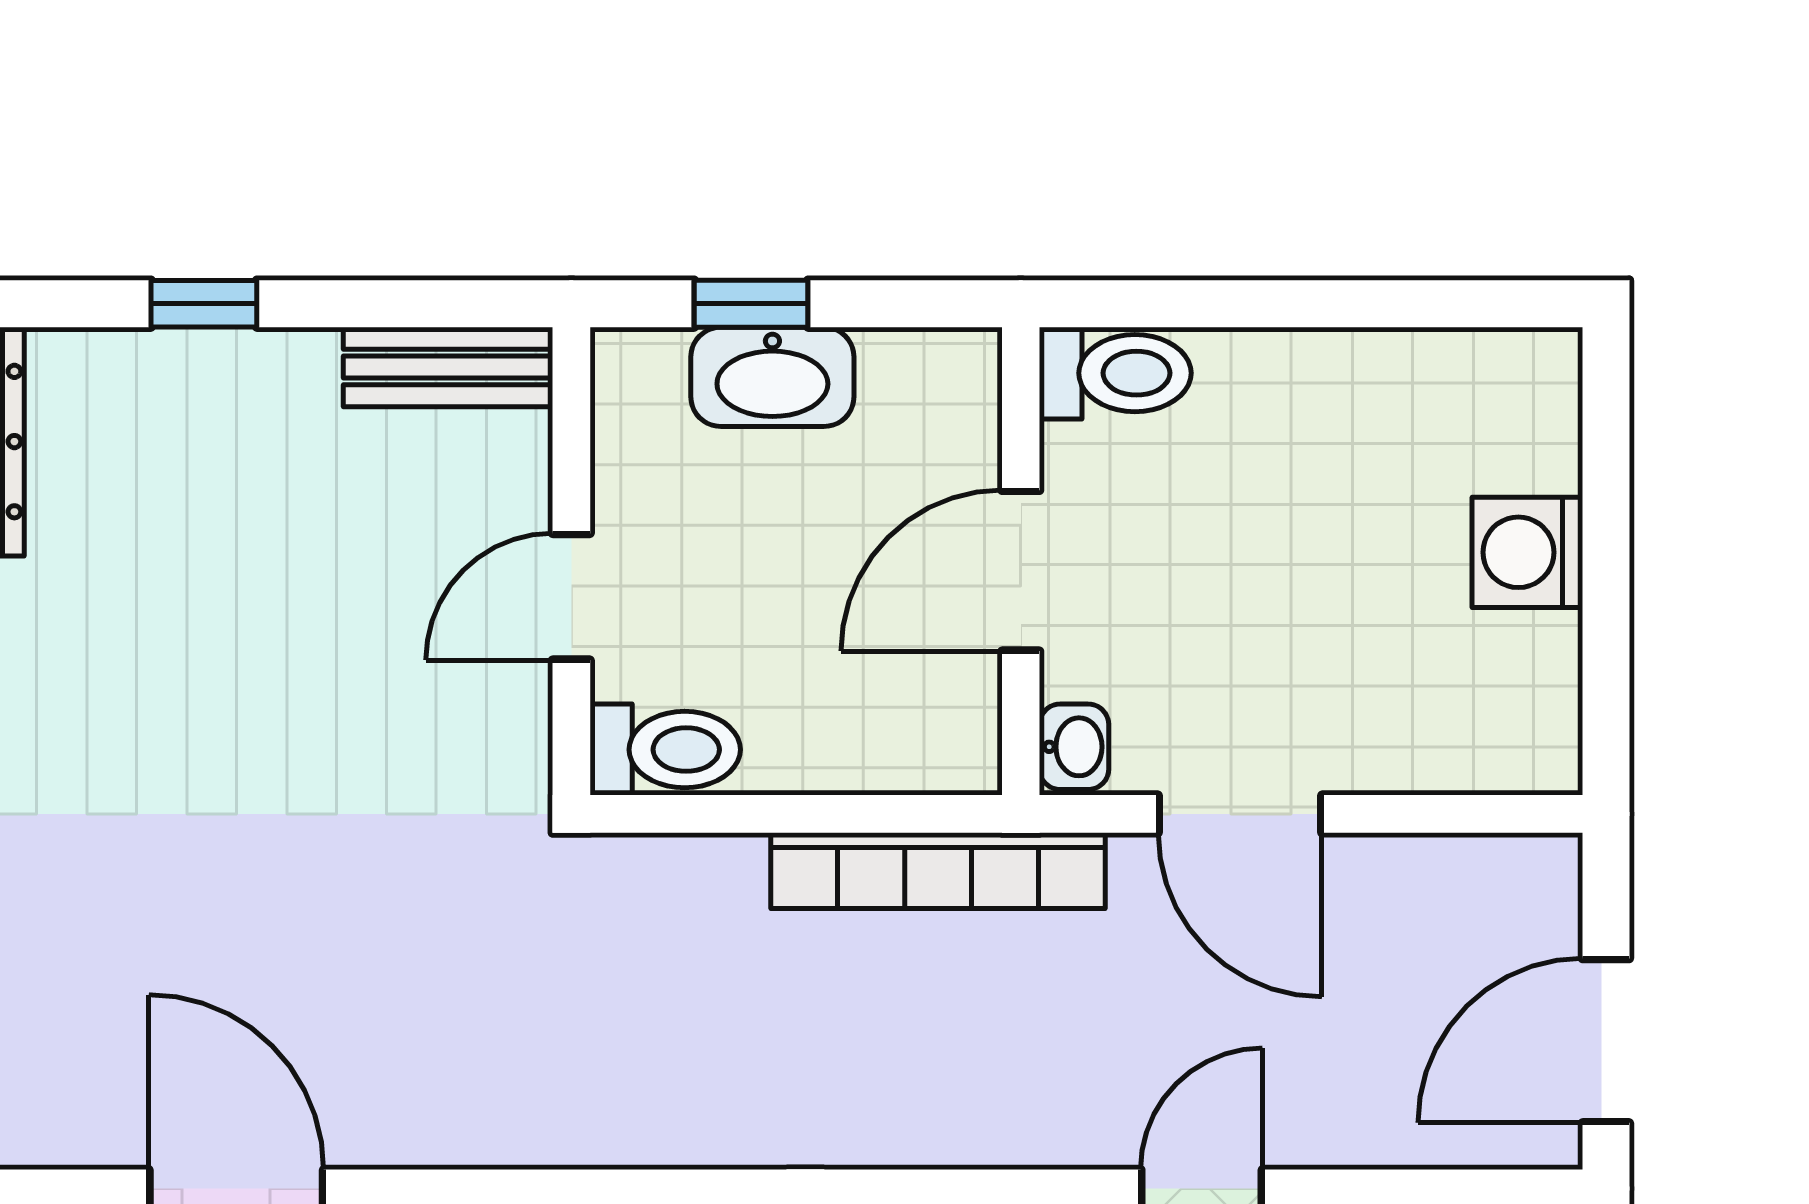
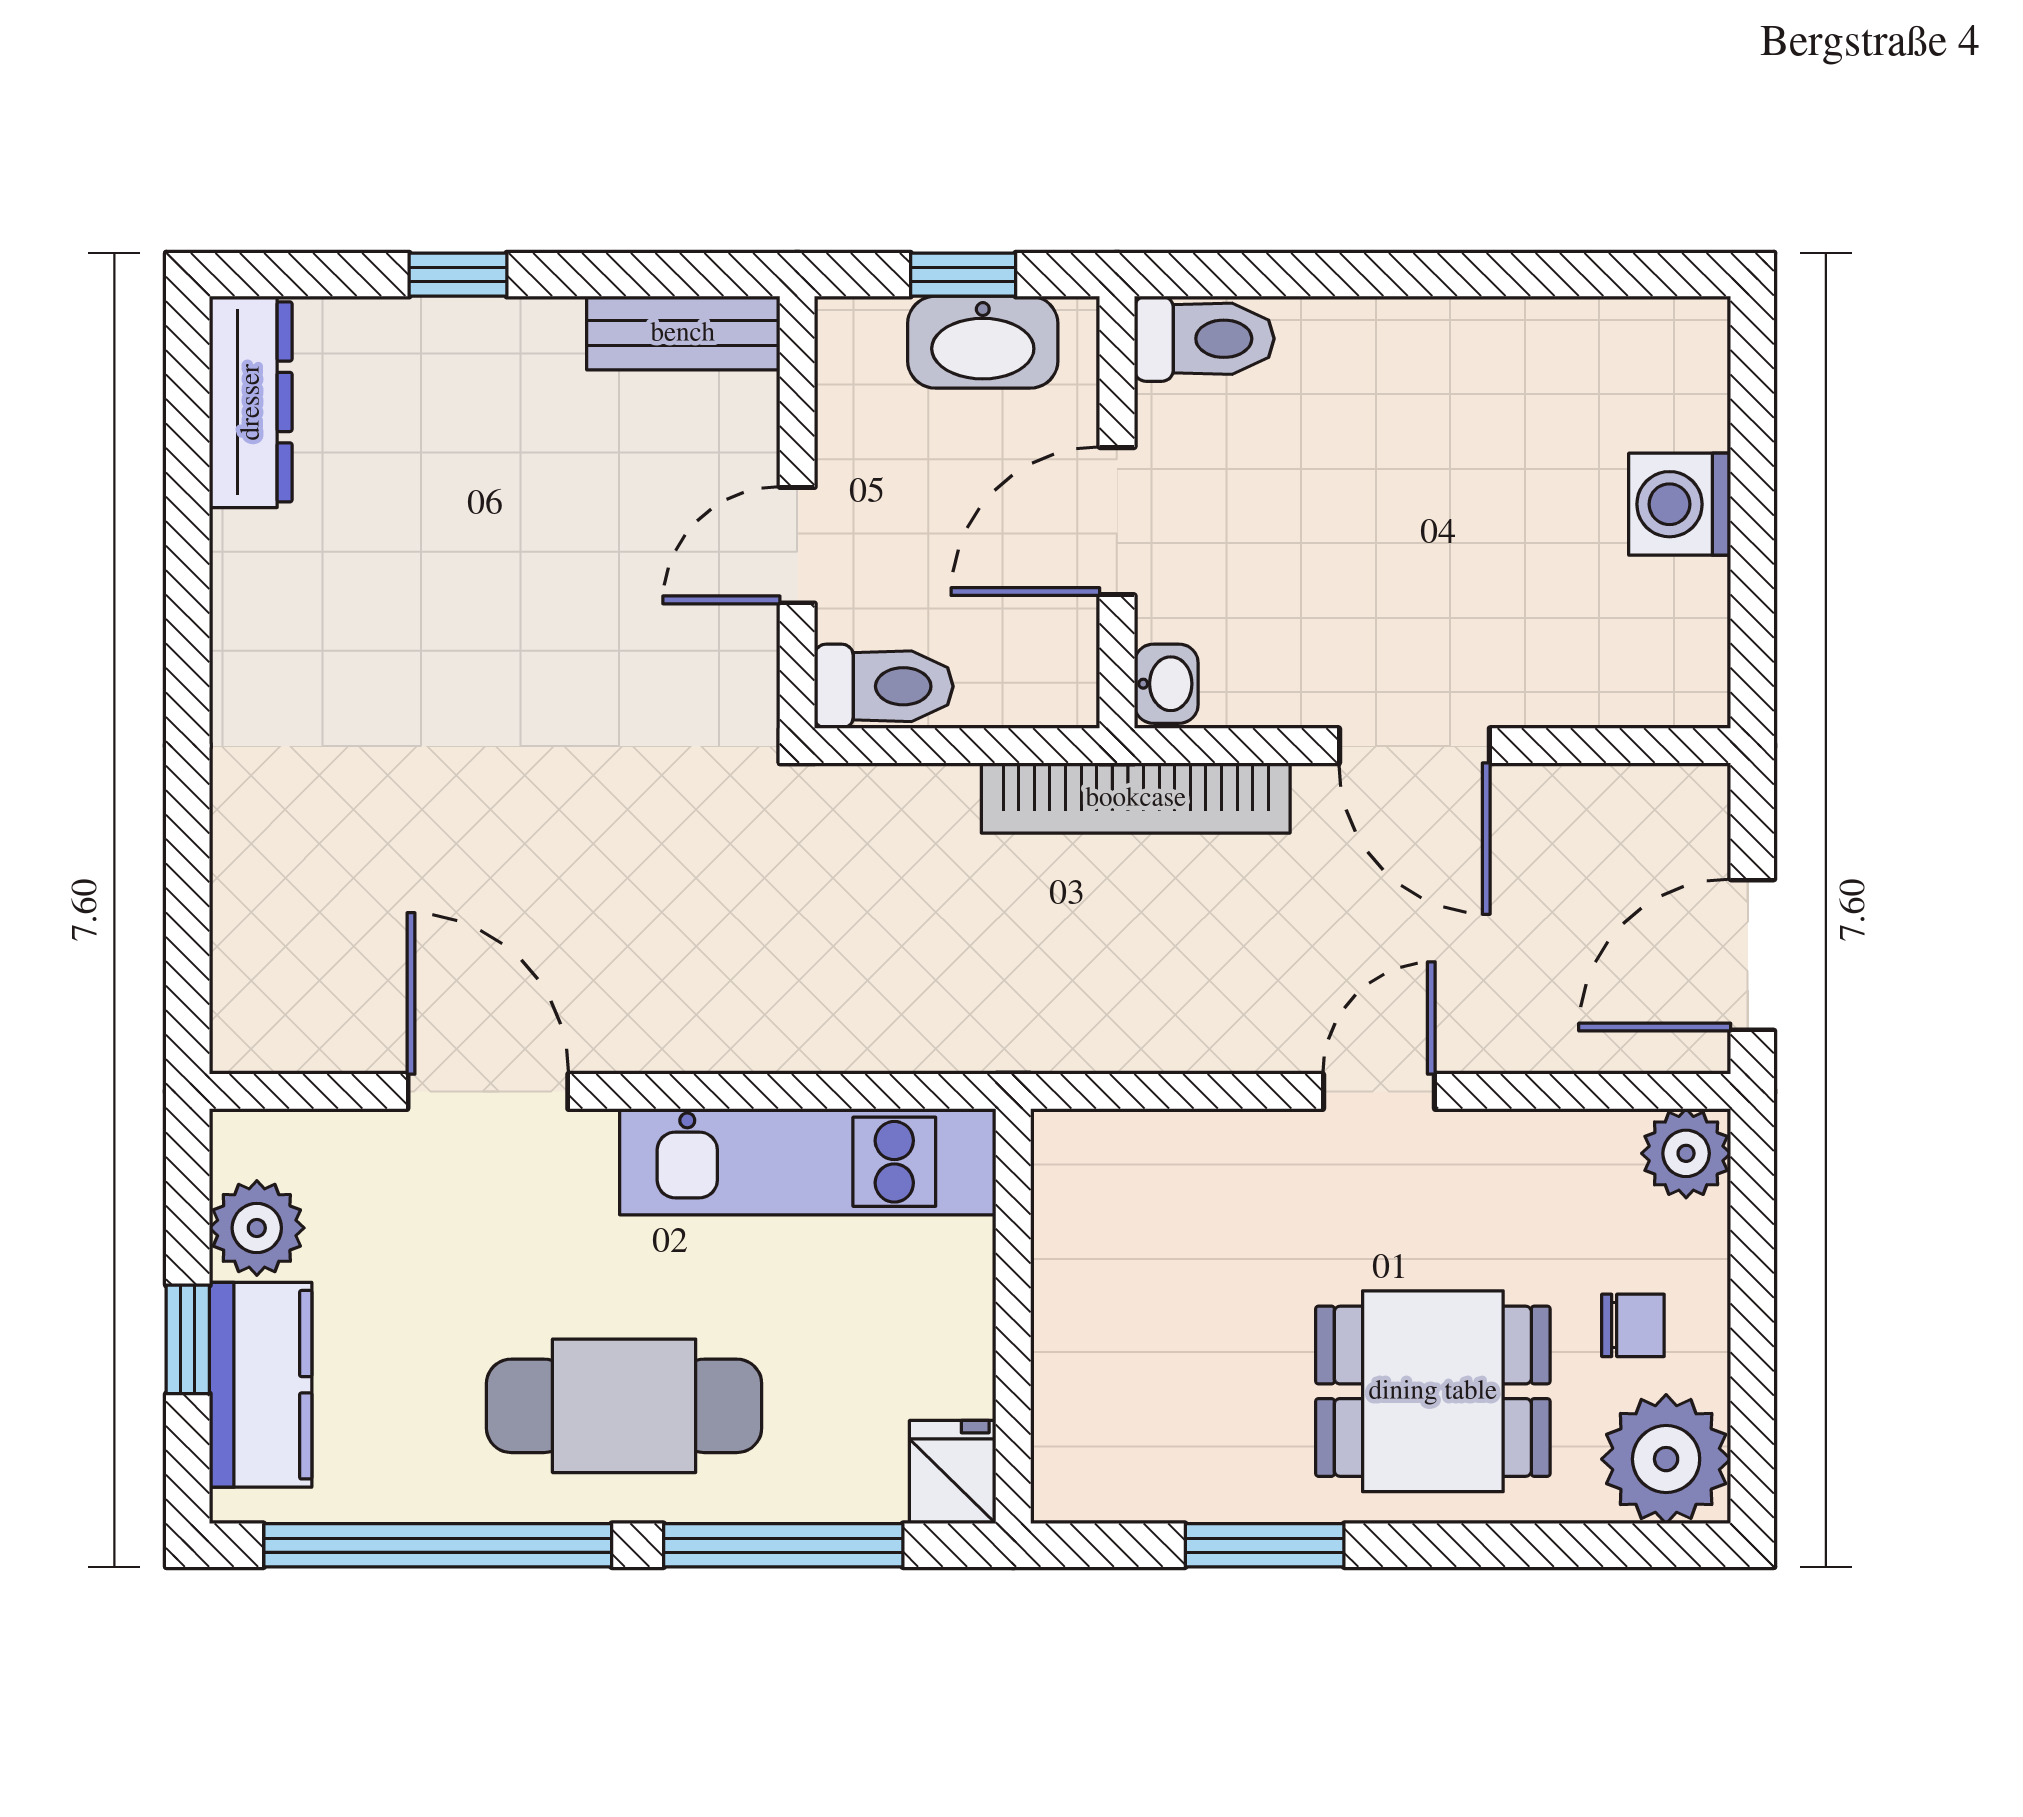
toilet: (1115, 373) -> (1204, 339), moved
wall: (1021, 561) -> (1117, 512), moved
door: (1021, 571) -> (1117, 521), moved
washbasin: (1074, 747) -> (1166, 684), moved

